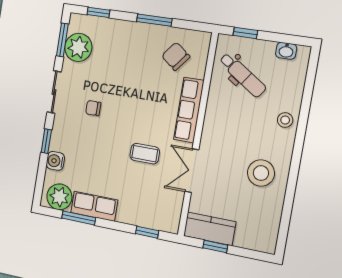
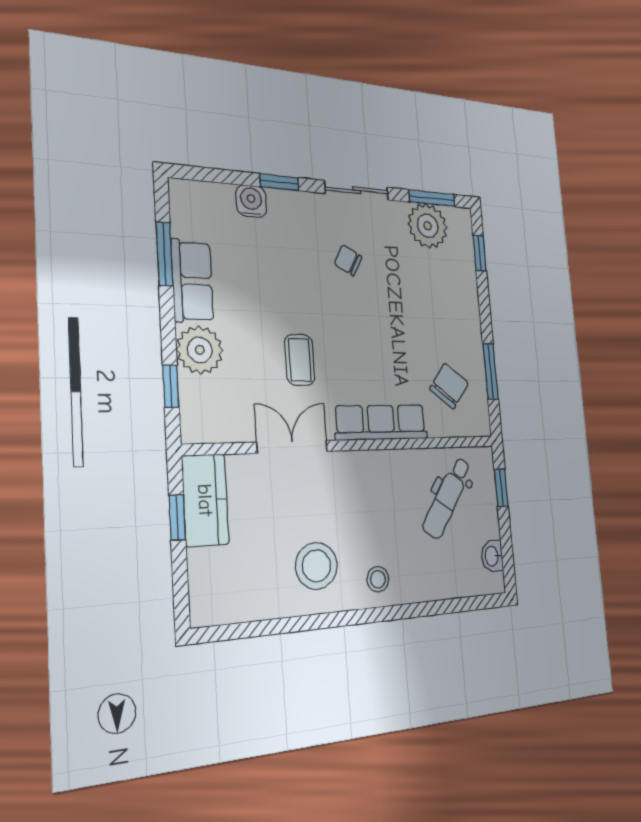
window: (154, 20) -> (491, 371), moved
chair: (93, 108) -> (348, 260), turned -62
stool: (285, 120) -> (378, 579), moved
plant: (59, 197) -> (200, 350), moved

